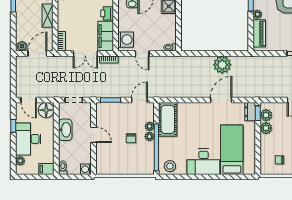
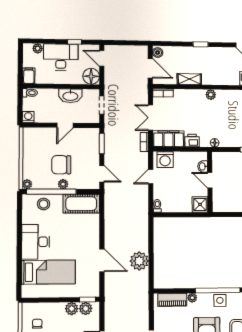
door: (29, 100) -> (102, 58), hinge flipped
dresser: (250, 112) -> (89, 291), removed
plant: (150, 126) -> (27, 184), moved
chair: (131, 138) -> (61, 165), width x1.87, depth x1.87
stool: (170, 166) -> (44, 204), moved

